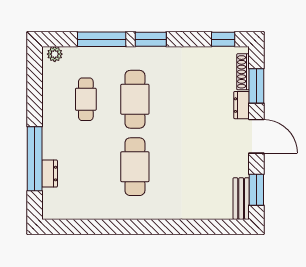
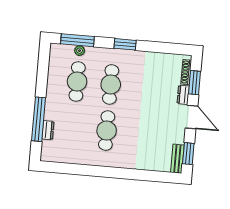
window: (102, 39) -> (77, 40), moved
window: (223, 39) -> (175, 49), removed
plant: (55, 54) -> (80, 51), moved
cafe table: (86, 99) -> (77, 81), width x1.37, depth x1.35

